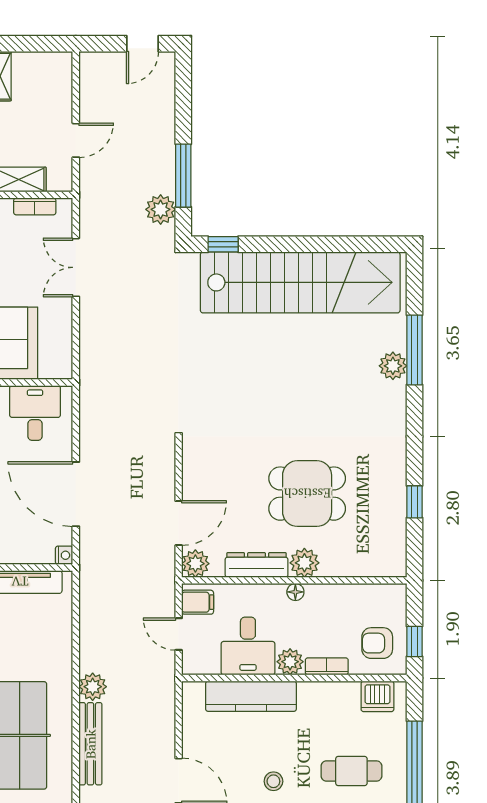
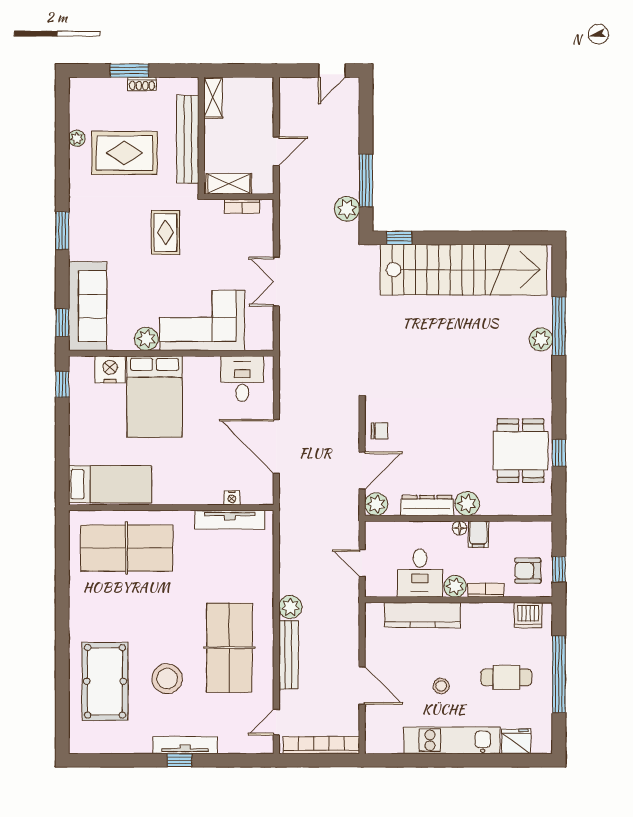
double door: (76, 267) -> (276, 282), moved
chair: (199, 476) -> (379, 431), added
dining table: (307, 494) -> (521, 451), moved, turned 90
nightstand: (64, 555) -> (232, 498), moved, turned 90
filing cabinet: (198, 602) -> (478, 534), moved, turned 90

